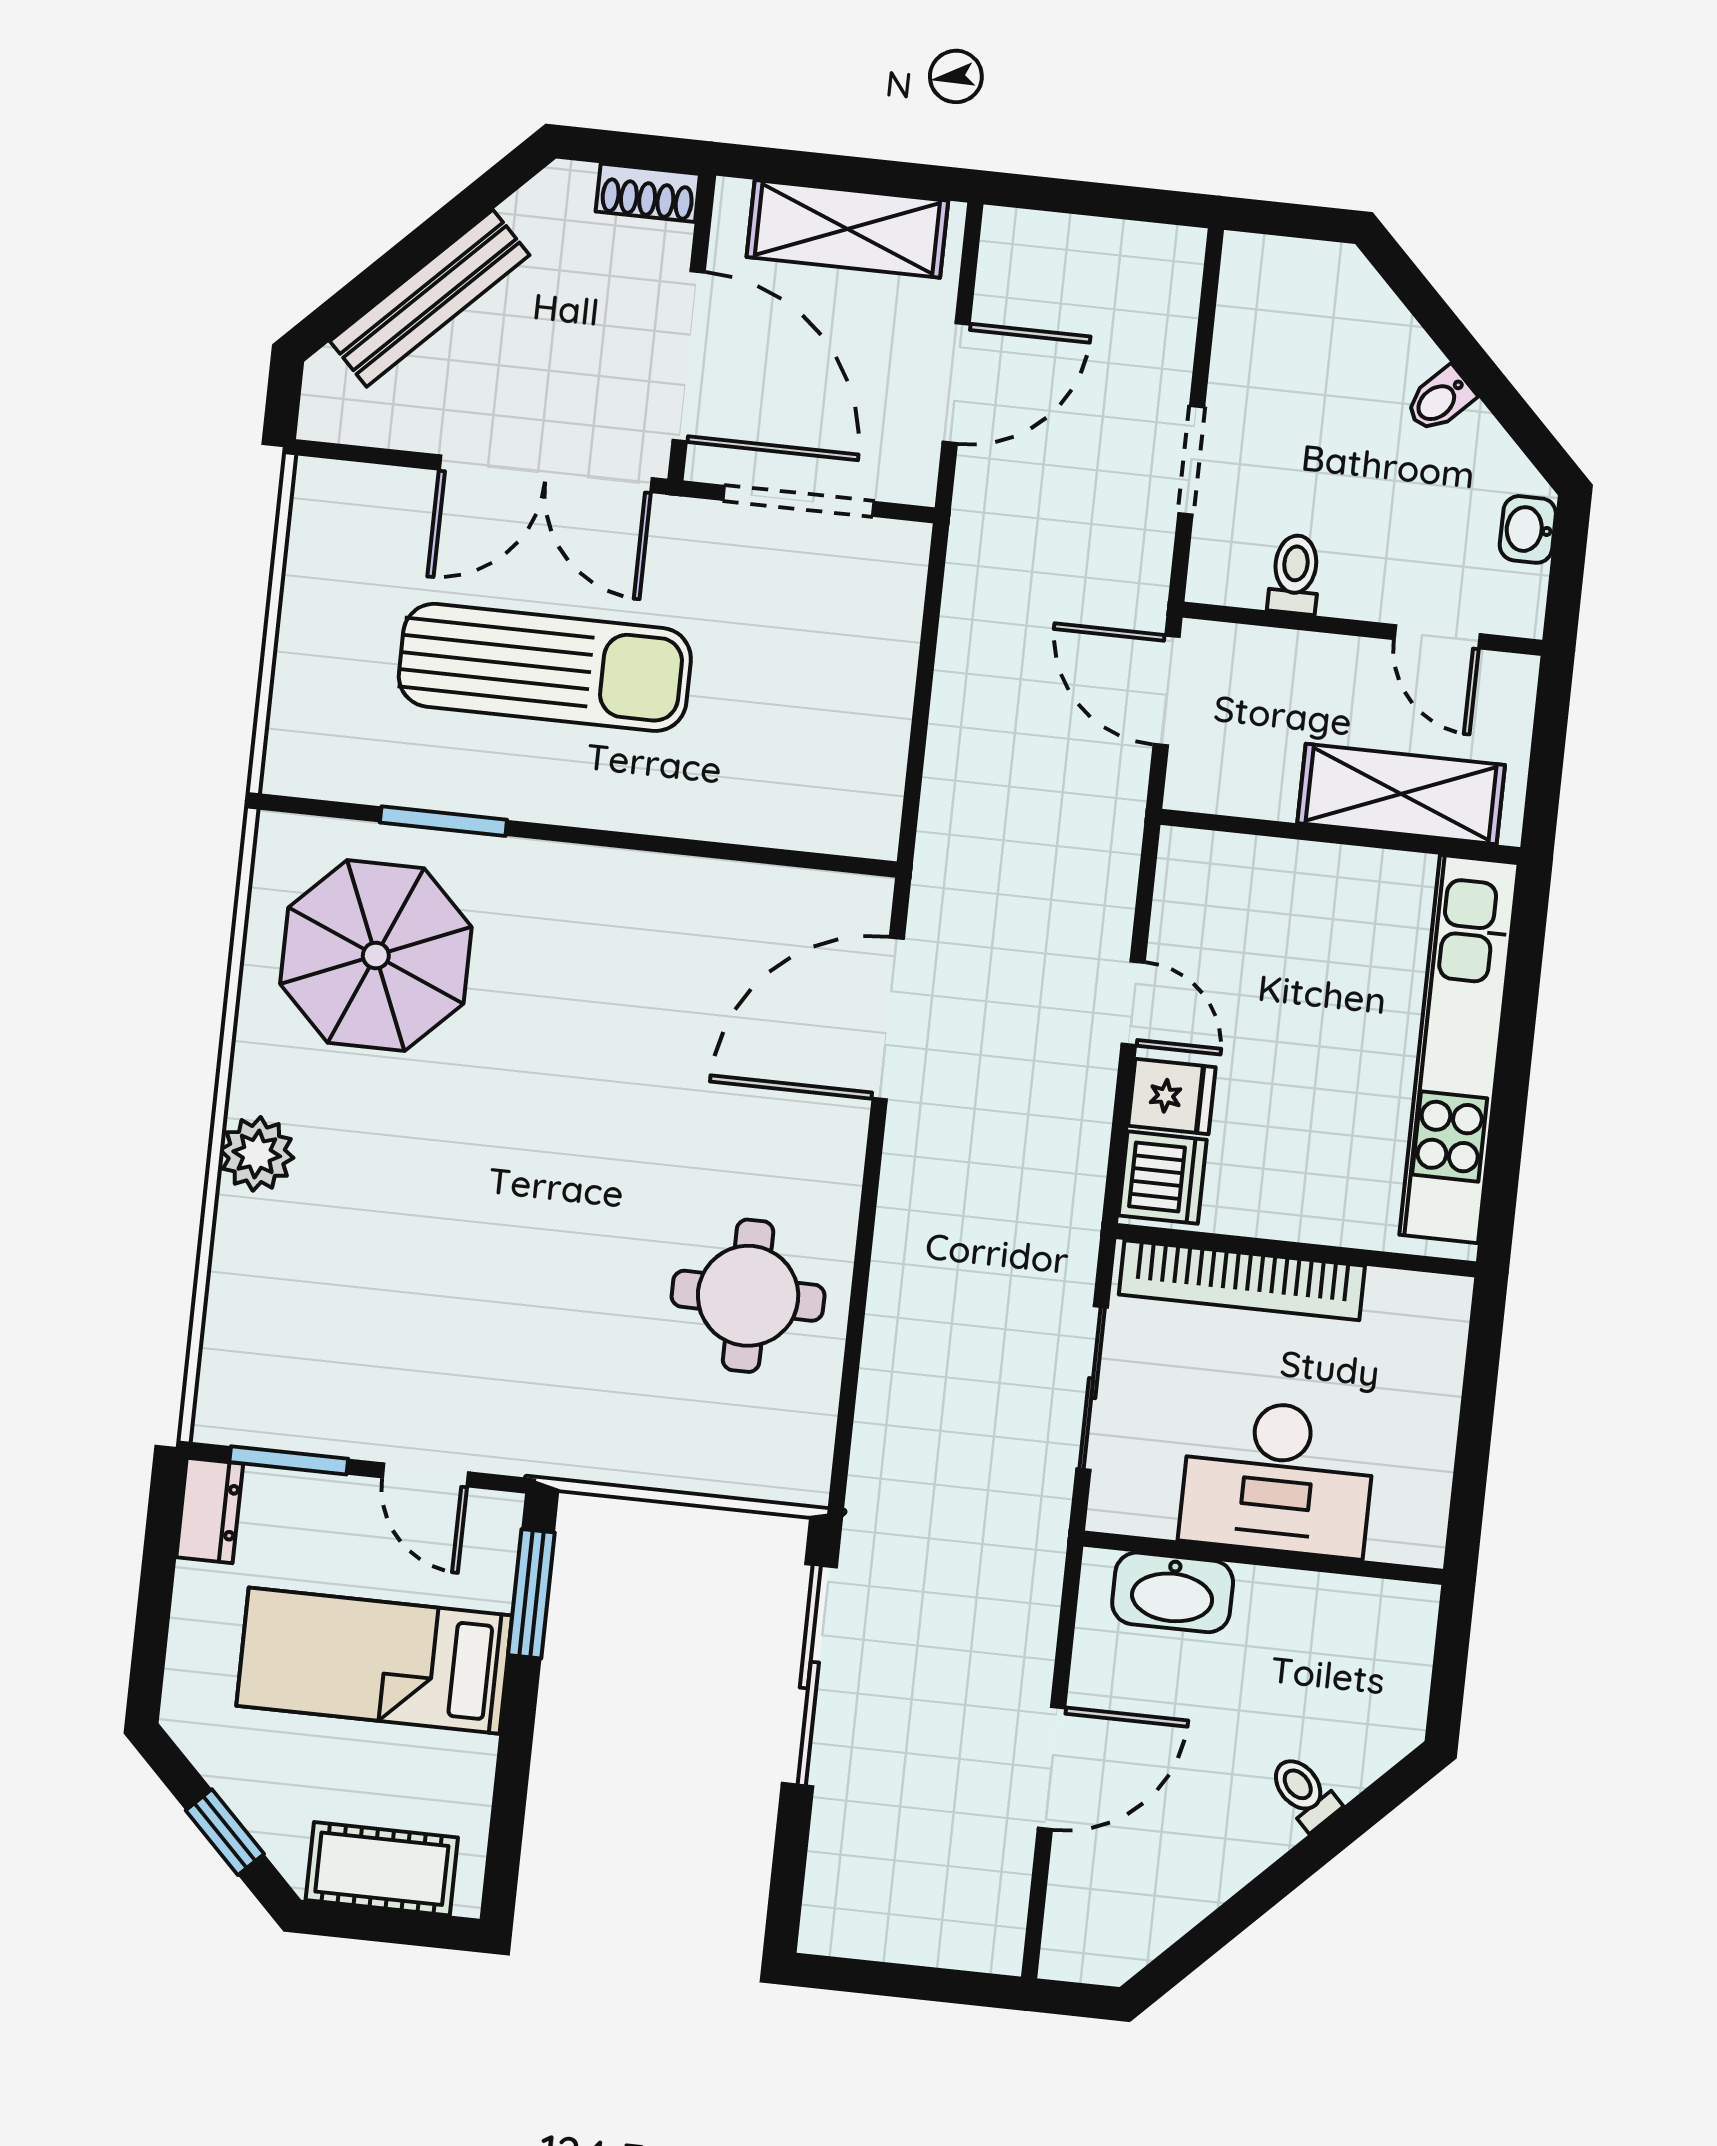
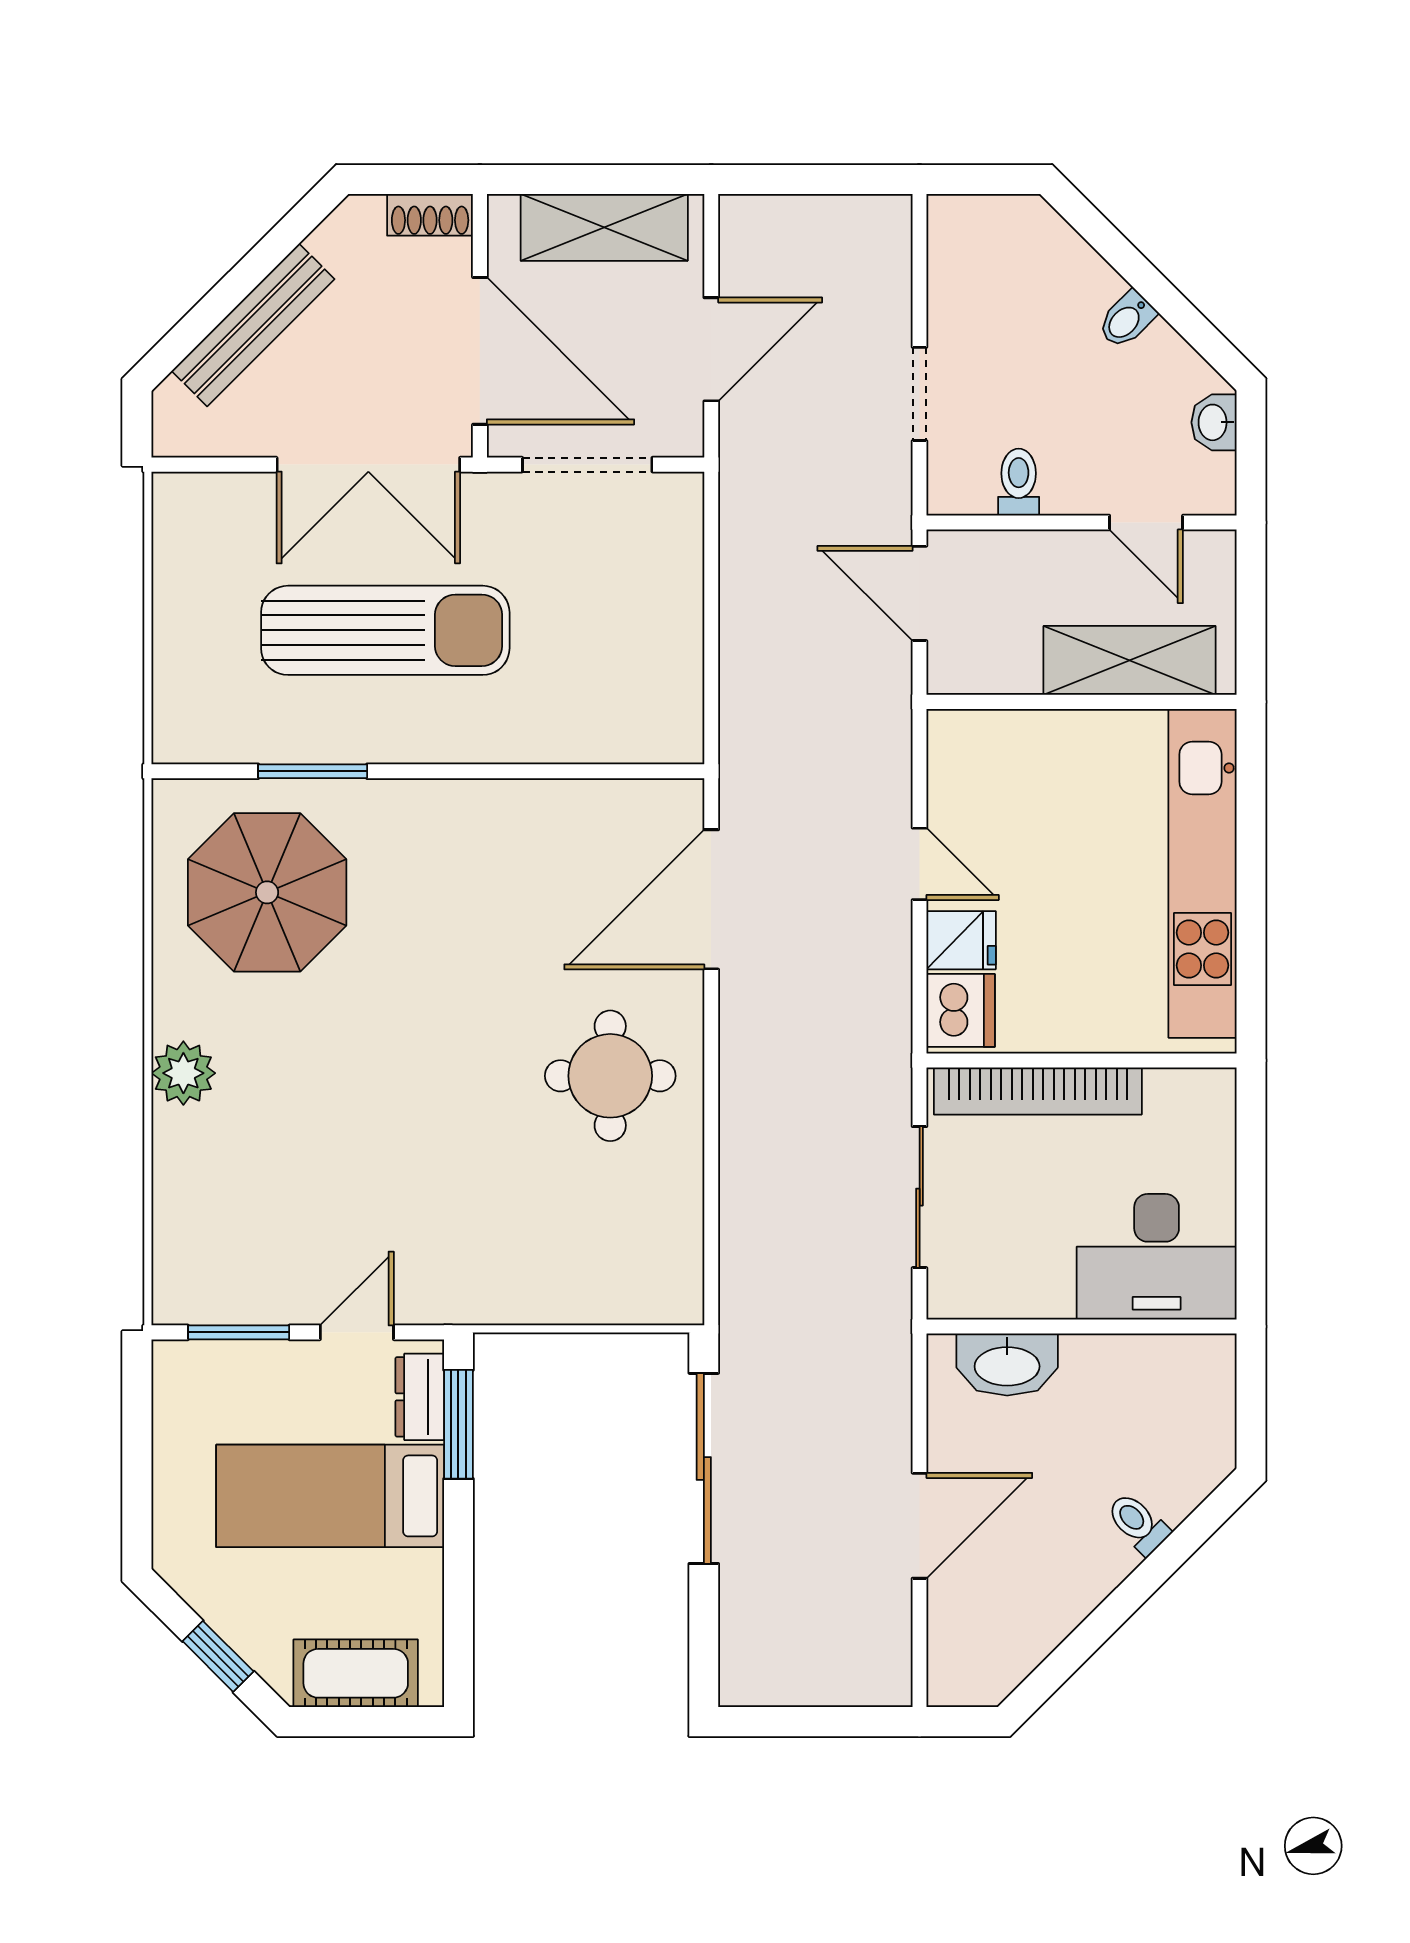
round table: (748, 1296) -> (610, 1076), moved
door: (425, 1475) -> (357, 1332), swing flipped
desk: (1278, 1478) -> (1157, 1257), moved
dresser: (210, 1510) -> (420, 1397), moved, turned 180

